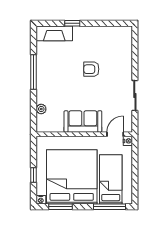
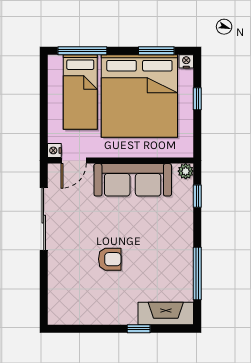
window: (33, 72) -> (197, 274), moved
sliding door: (135, 96) -> (44, 219), width x1.37
plant: (41, 109) -> (186, 171), moved
window: (33, 111) -> (197, 196), added
sofa: (83, 122) -> (133, 180), width x1.36

